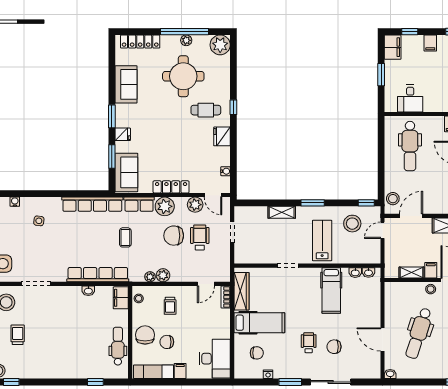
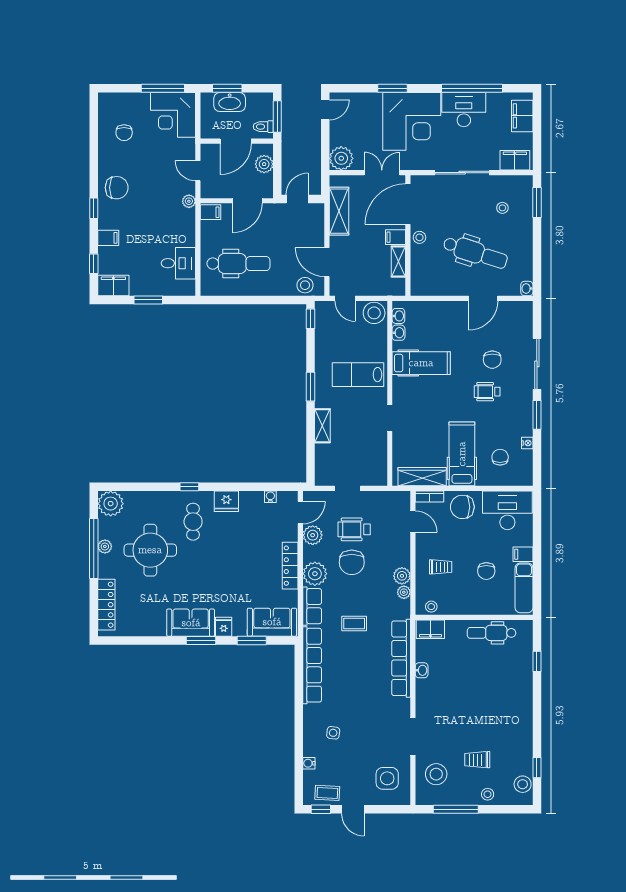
sofa: (126, 84) -> (191, 623), moved
stool: (352, 224) -> (374, 313), moved
chair: (145, 335) -> (462, 507), moved

